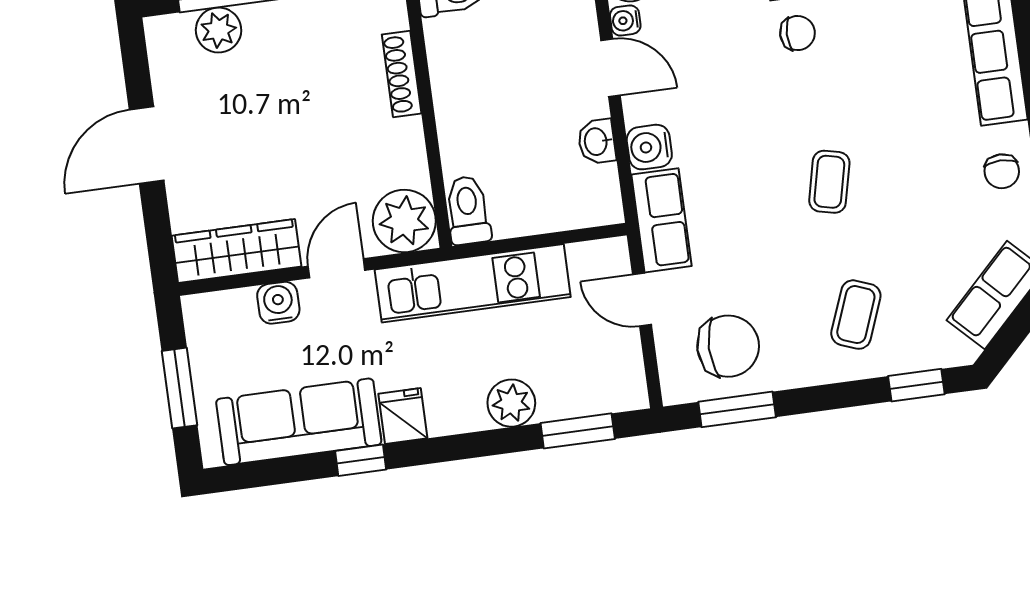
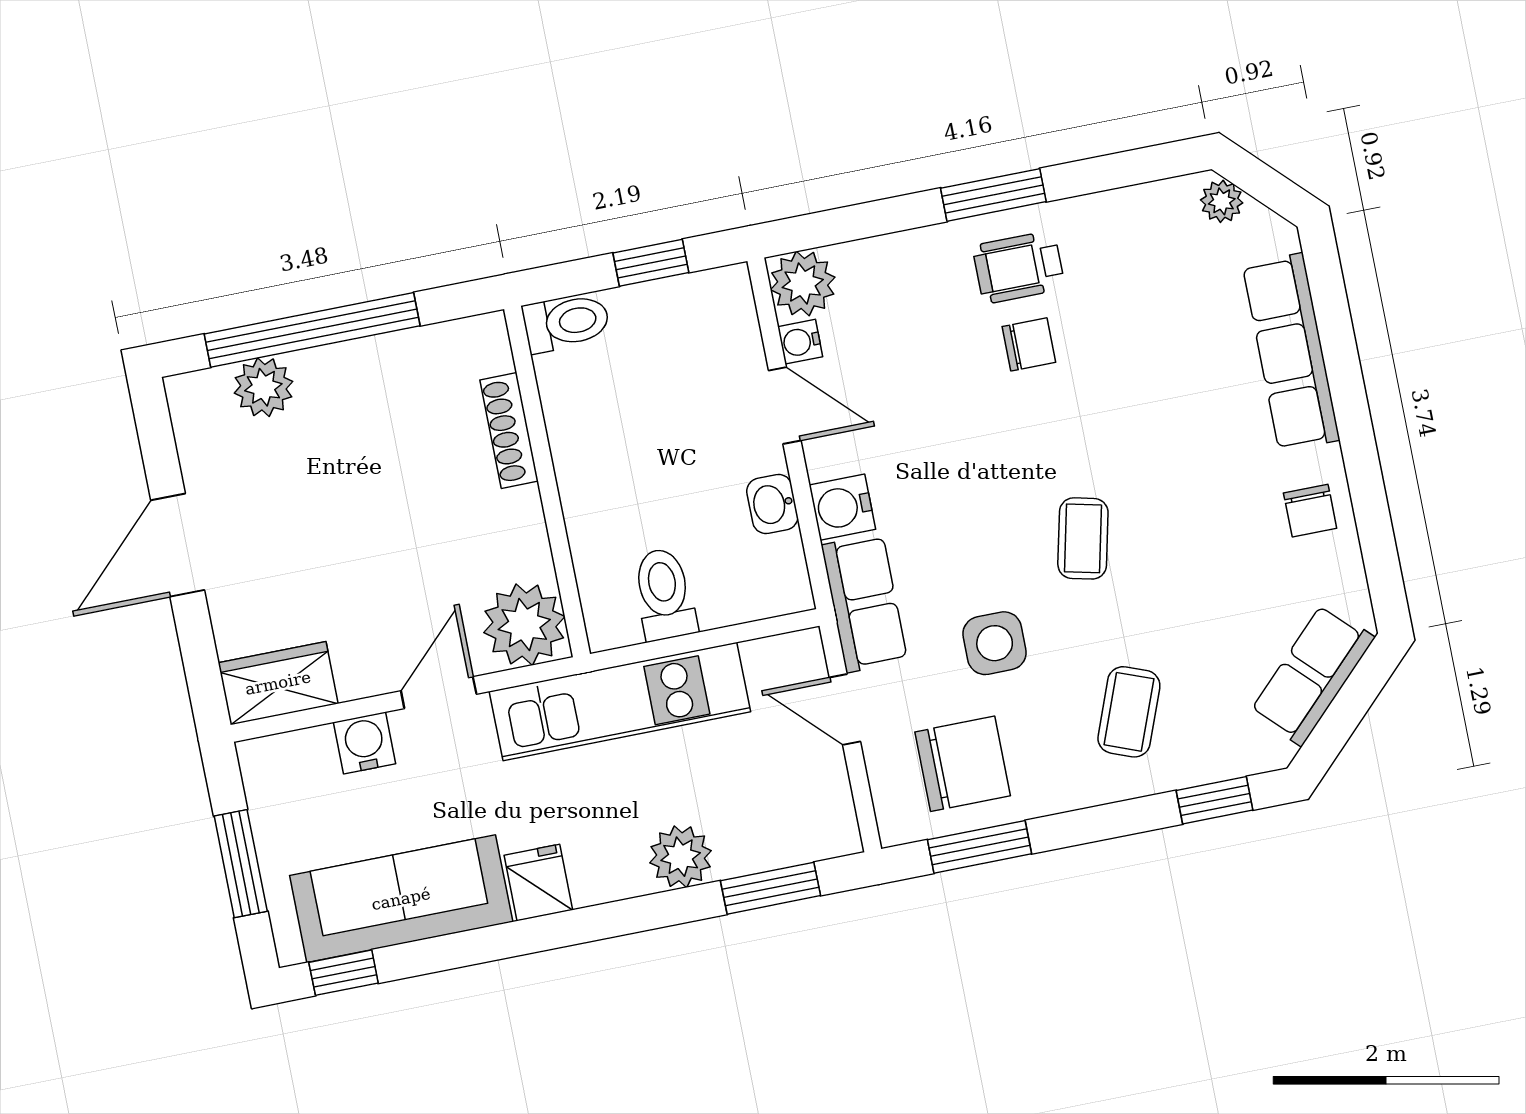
toilet: (468, 210) -> (664, 594), moved
wardrobe: (237, 251) -> (278, 683), width x0.67
side table: (758, 257) -> (995, 643), added
window: (361, 460) -> (344, 973), moved

